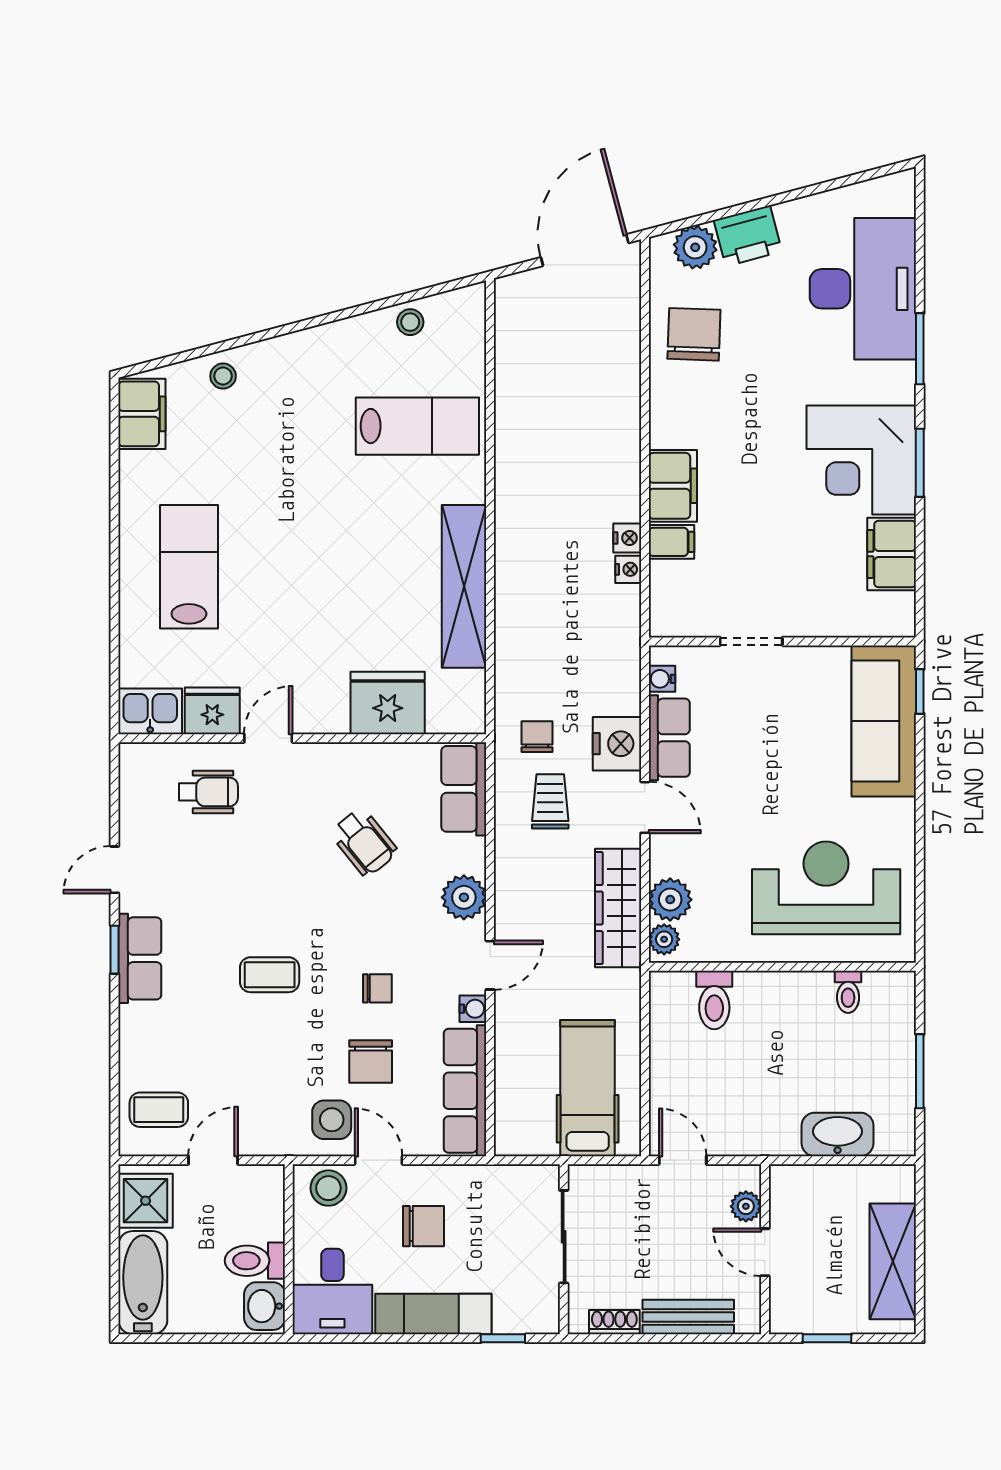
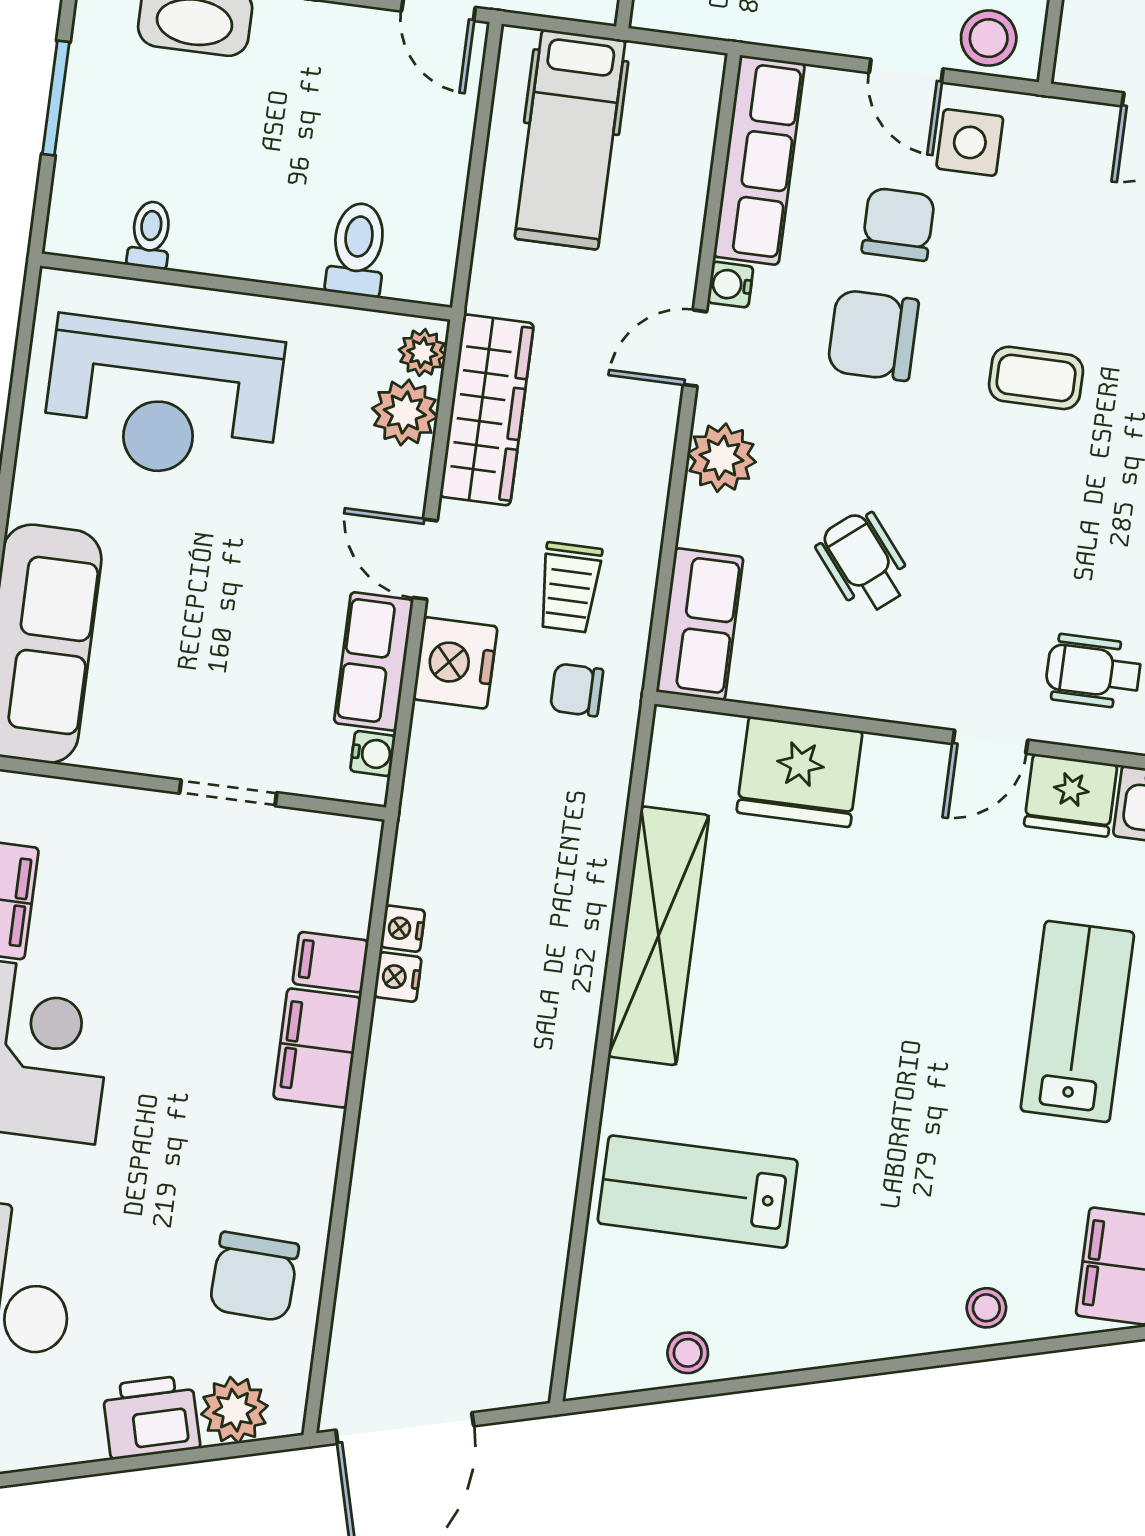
lab bench: (189, 567) -> (1077, 1021), turned 180
chair: (537, 737) -> (577, 690), turned 90
chair: (377, 988) -> (873, 335), width x1.87, depth x1.87

